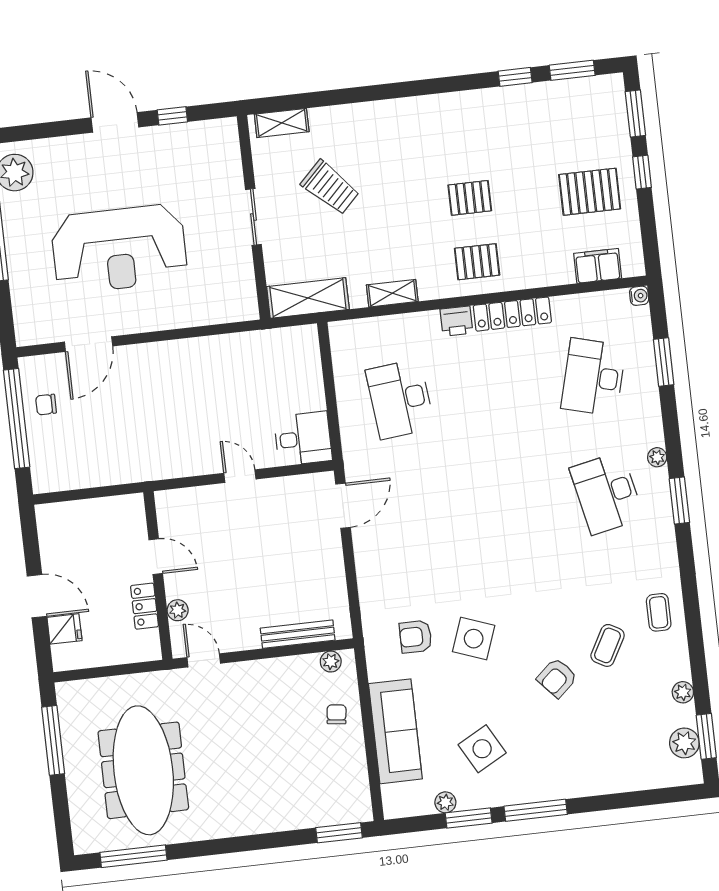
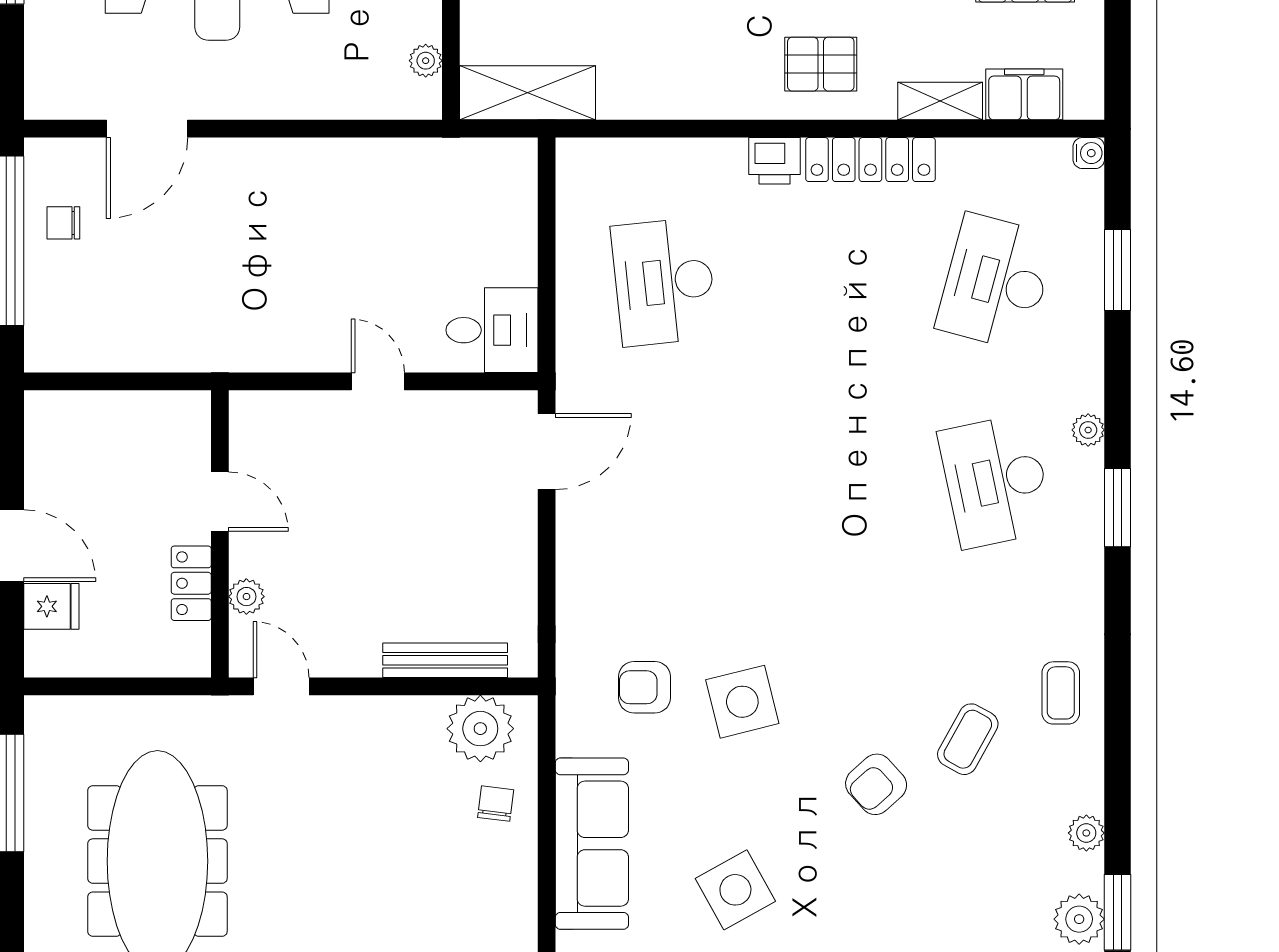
plant: (246, 286) -> (426, 61), added
shelving: (392, 293) -> (940, 101), moved
side table: (474, 639) -> (742, 702), turned -34
plant: (331, 662) -> (480, 729), width x1.87, depth x1.87

